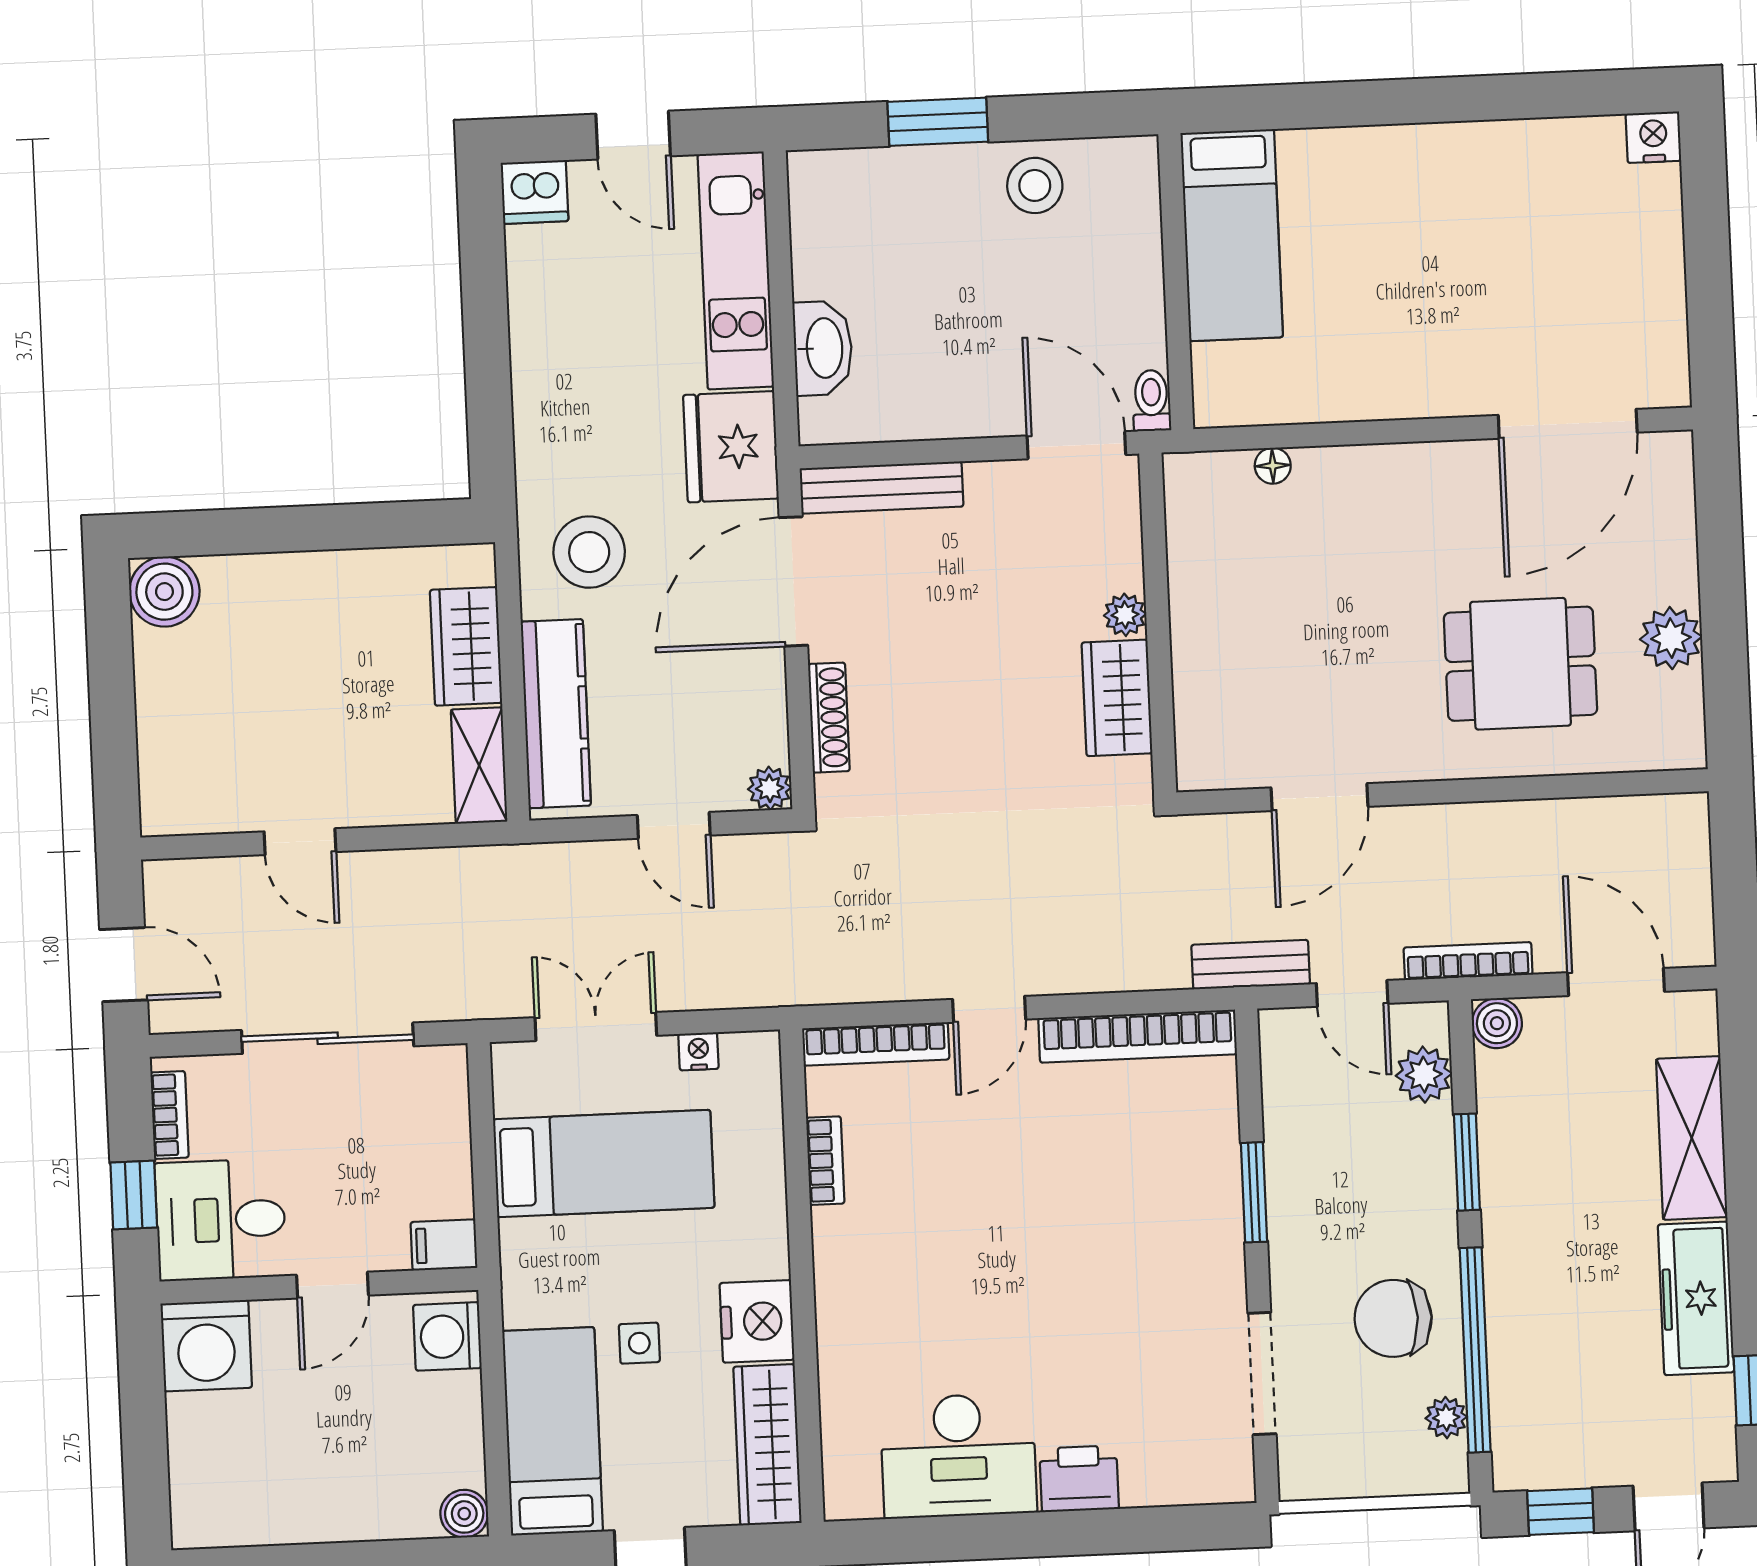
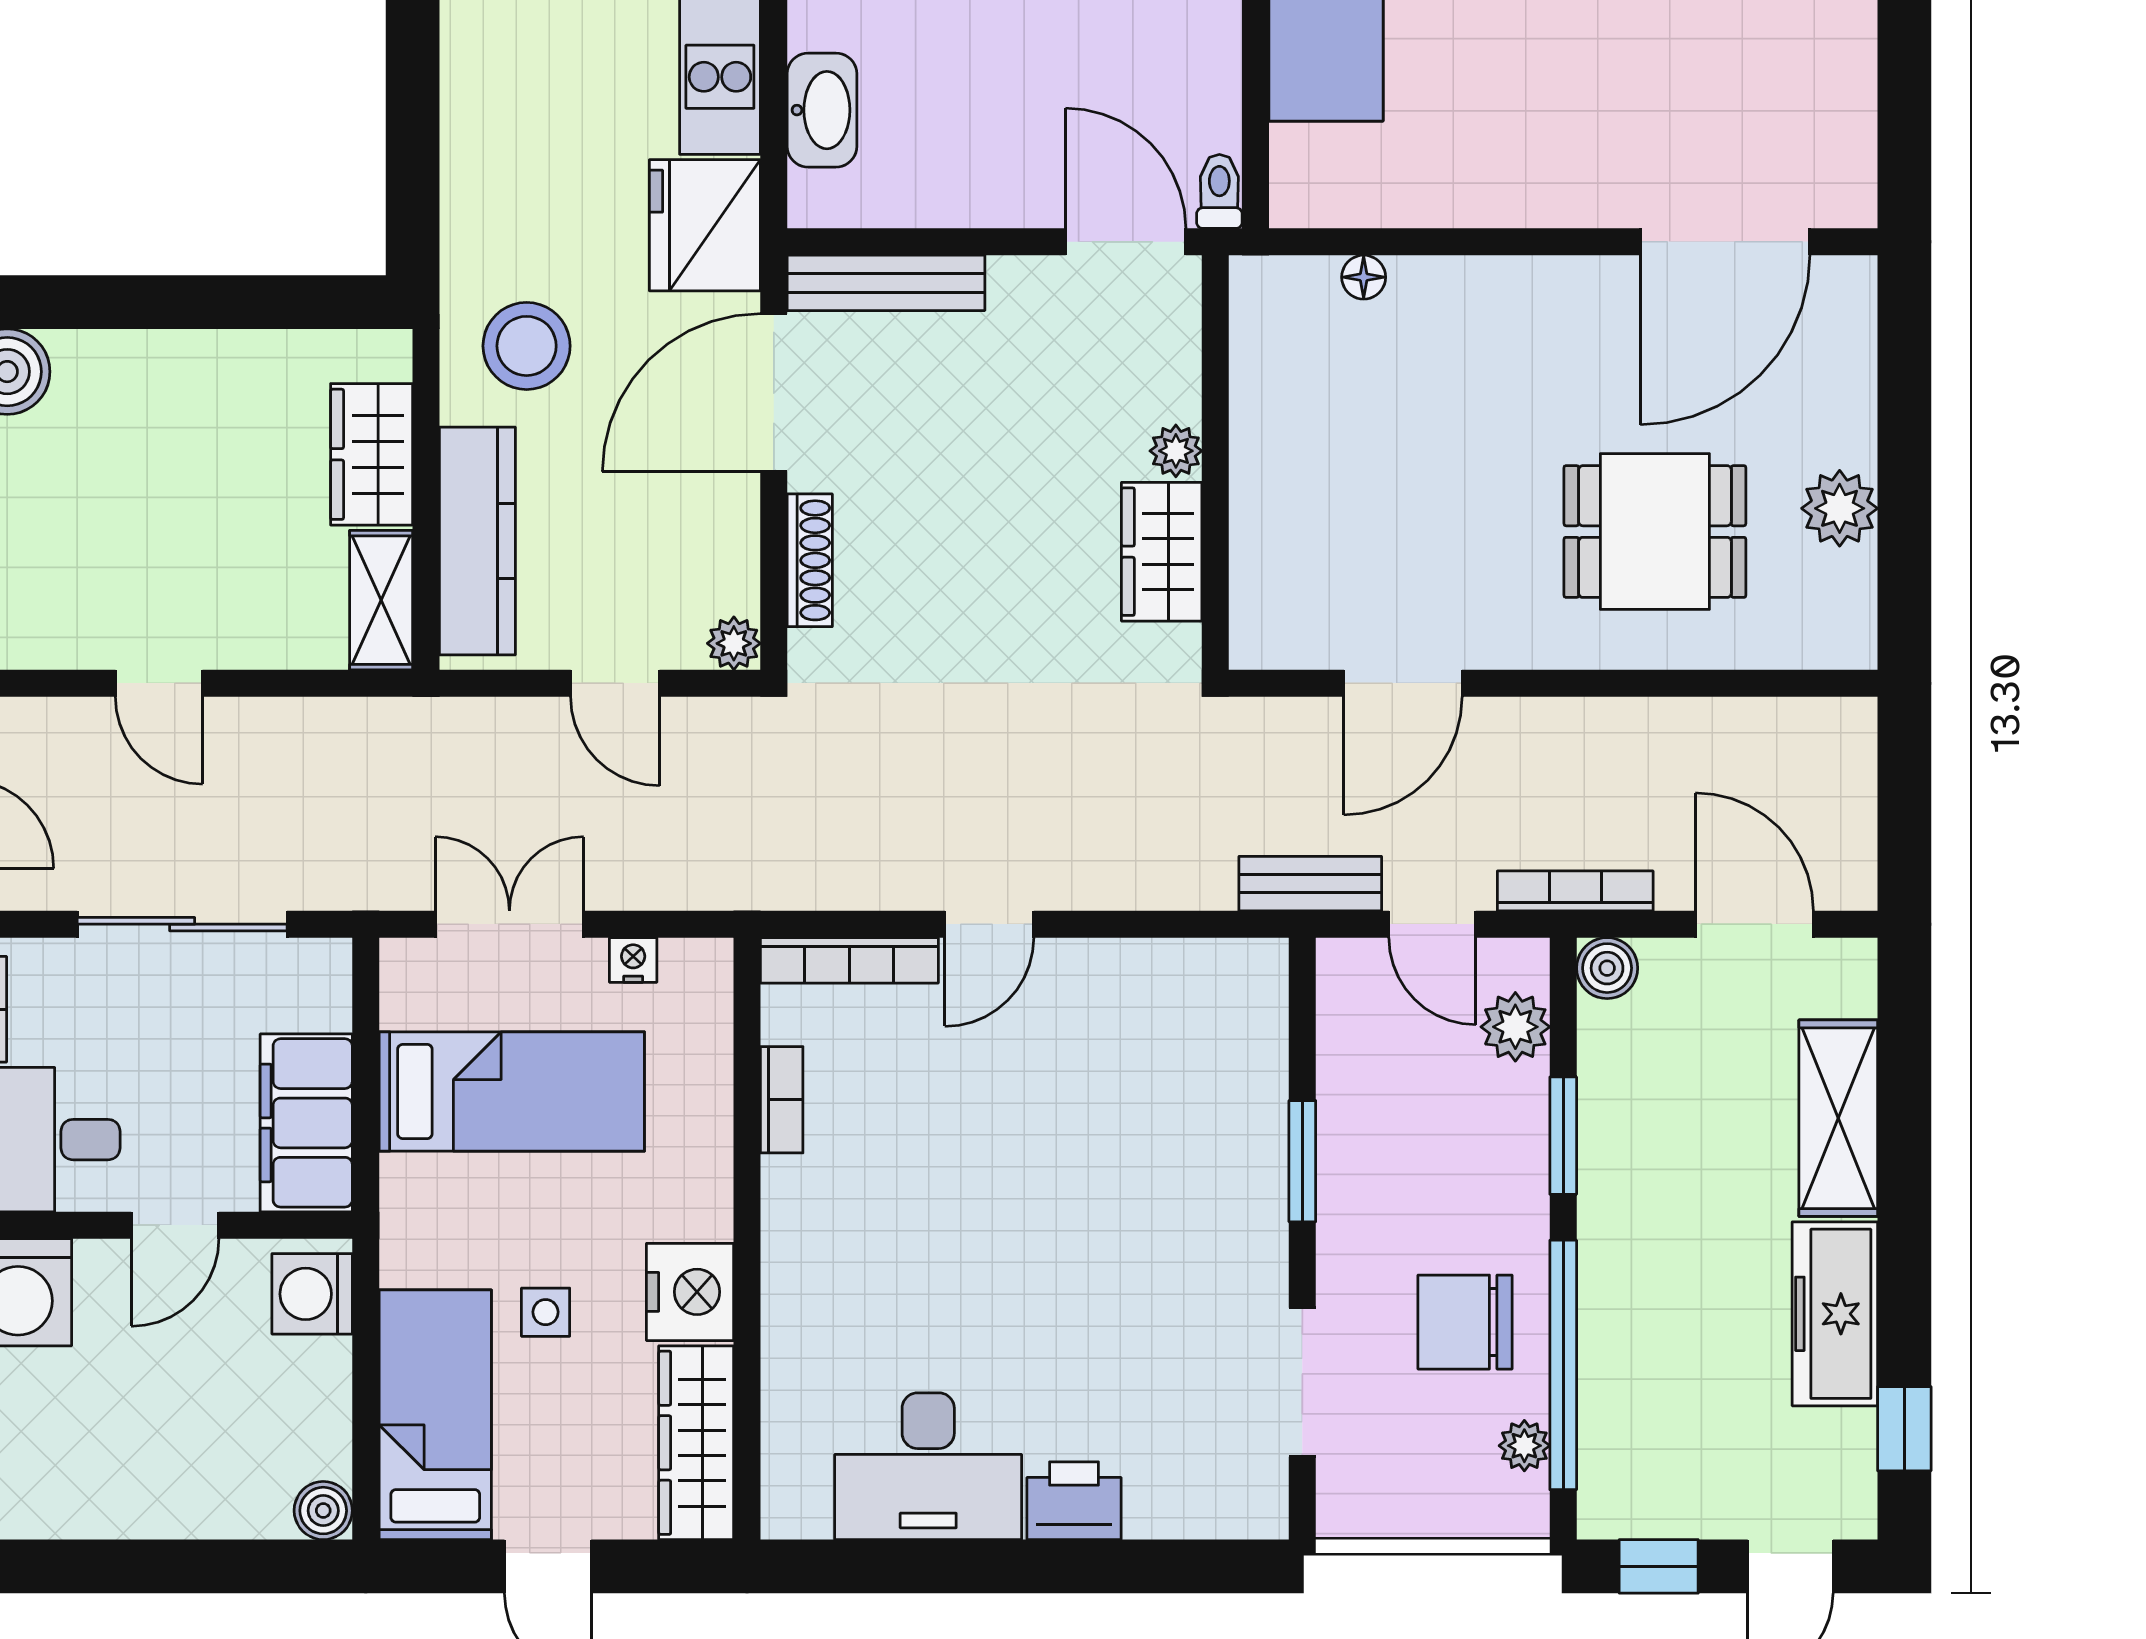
bookcase: (1138, 1036) -> (1169, 965), removed
filing cabinet: (444, 1245) -> (306, 1123), width x3.00, depth x1.17

